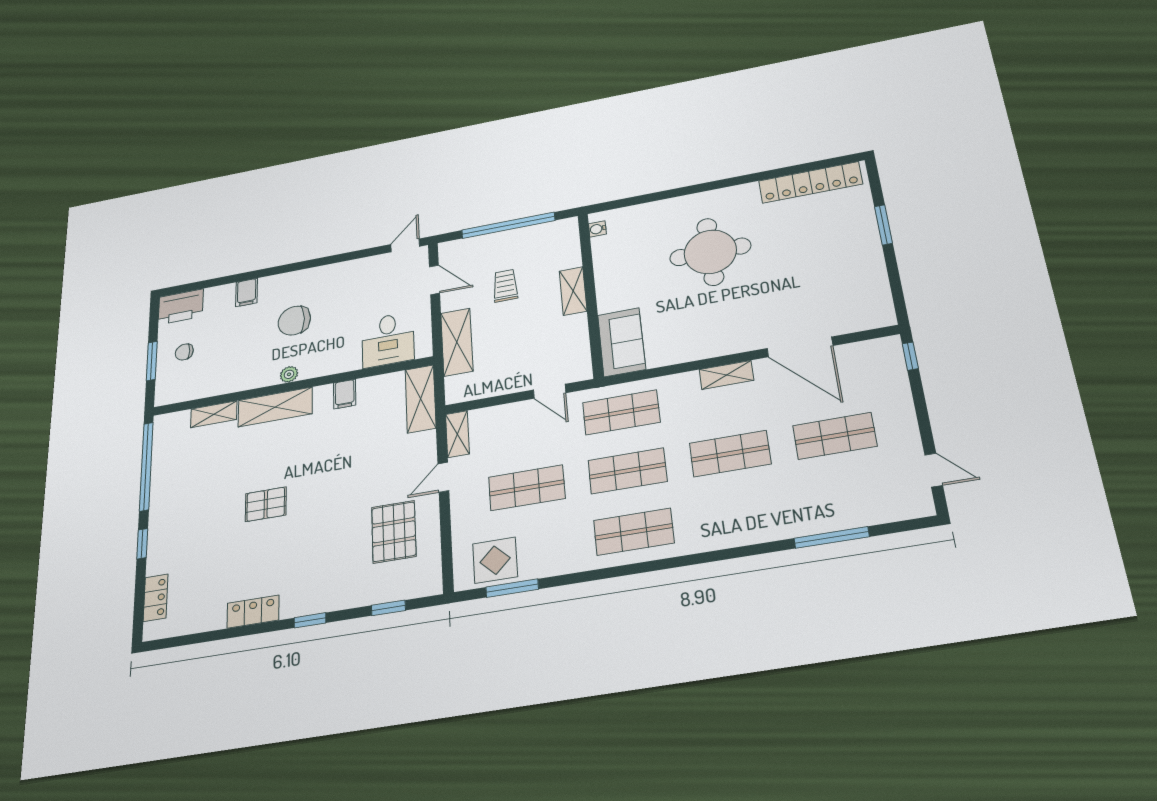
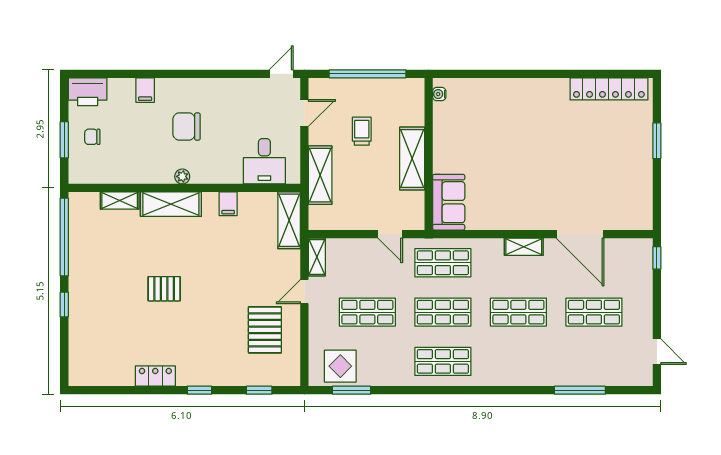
round table: (710, 252) -> (525, 136), removed
door: (435, 280) -> (304, 113), hinge flipped
shelving: (573, 291) -> (412, 159), width x1.50, depth x1.33
locker: (156, 598) -> (77, 352), removed

